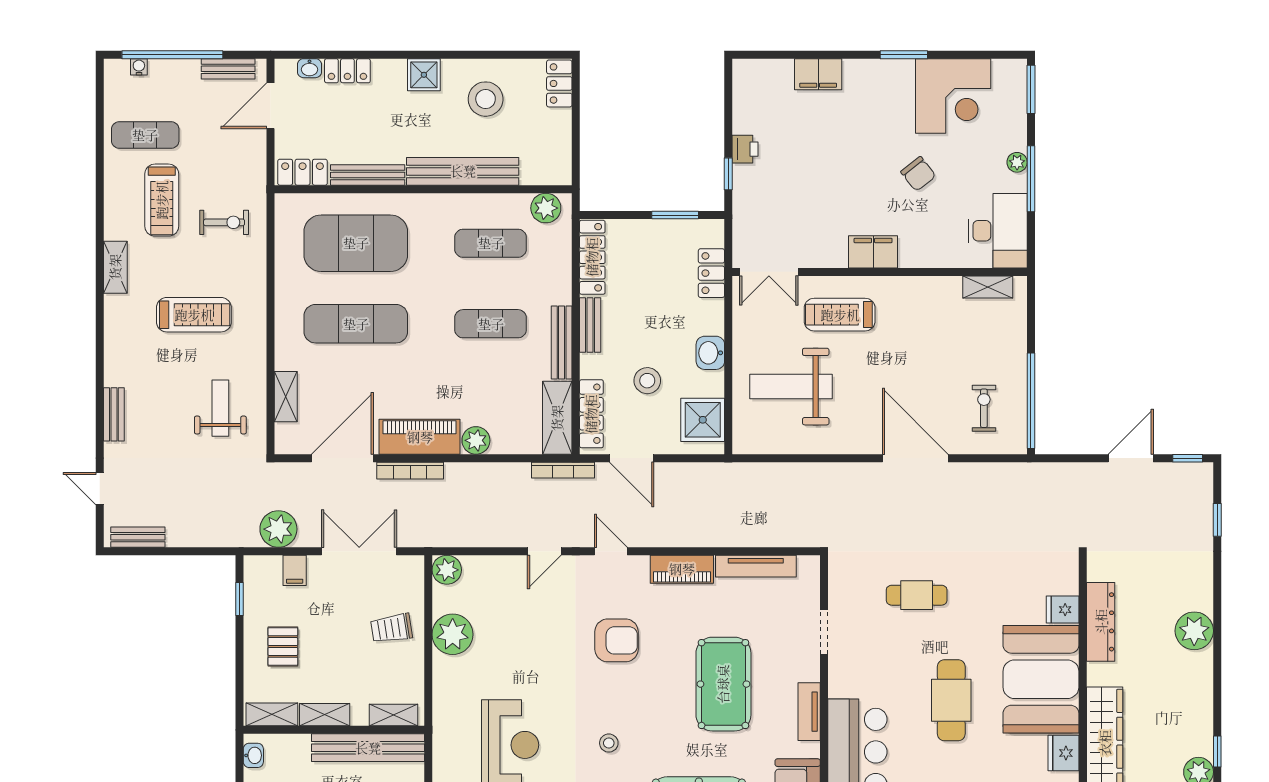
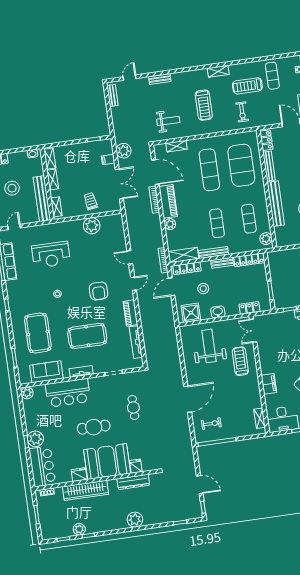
filing cabinet: (873, 252) -> (269, 384), moved
plant: (447, 570) -> (117, 220), removed
pallet: (283, 646) -> (77, 159), removed

